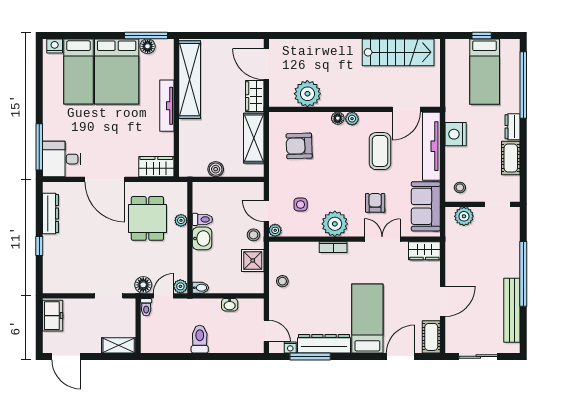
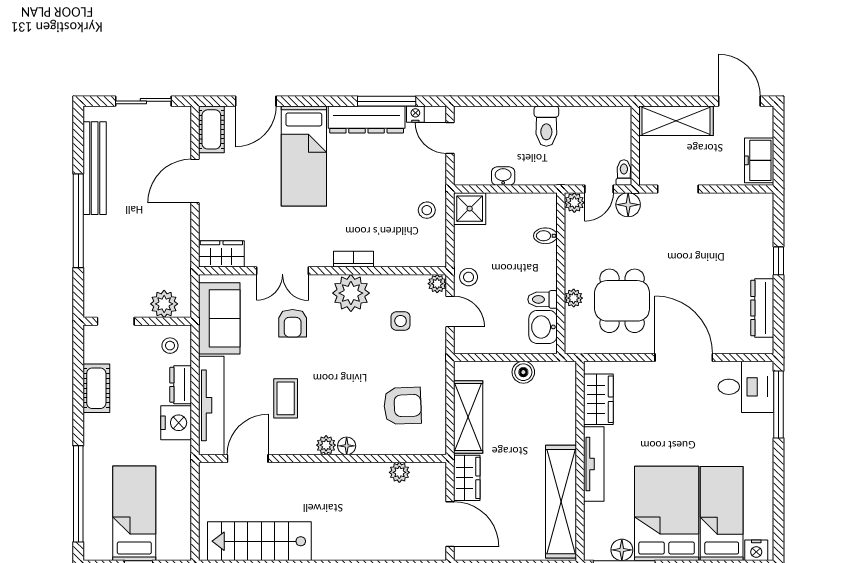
plant: (307, 94) -> (399, 472), width x0.53, depth x0.53
dresser: (513, 127) -> (181, 385), moved, turned 180
coffee table: (380, 151) -> (286, 398), width x0.73, depth x0.77
wardrobe: (156, 167) -> (598, 399), moved, turned -90
washbasin: (202, 238) -> (543, 327), moved
shower: (253, 260) -> (470, 209), moved
bidet: (200, 288) -> (545, 236), moved
shelving: (119, 345) -> (676, 121), width x1.50, depth x1.33

